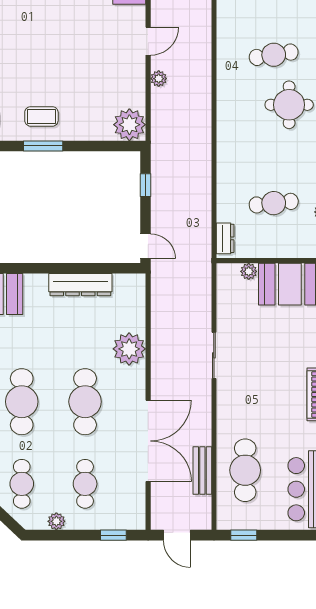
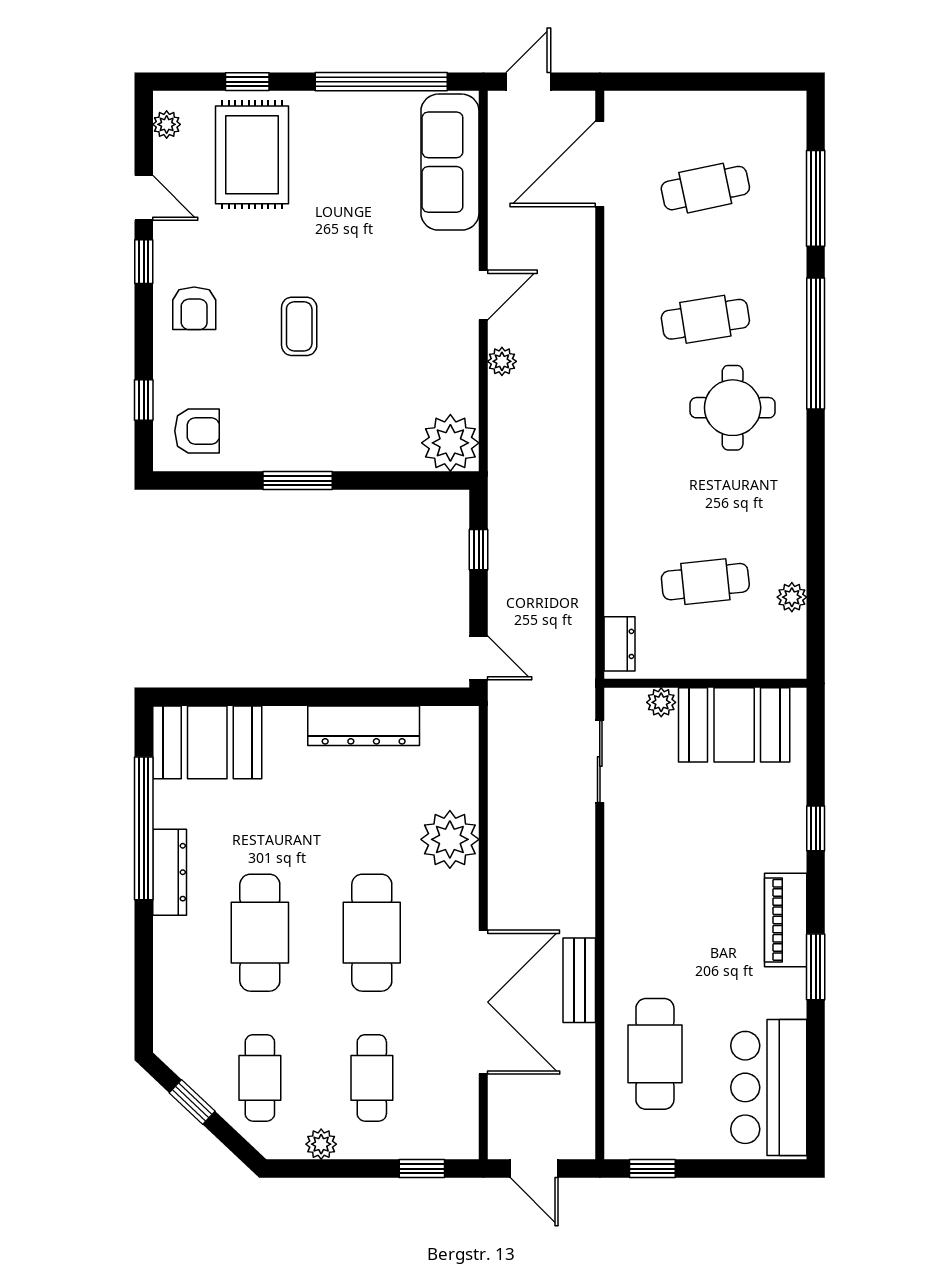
coffee table: (41, 116) -> (299, 326), moved, turned 90
sliding door: (214, 355) -> (600, 761), moved
bench: (202, 471) -> (579, 980), moved

